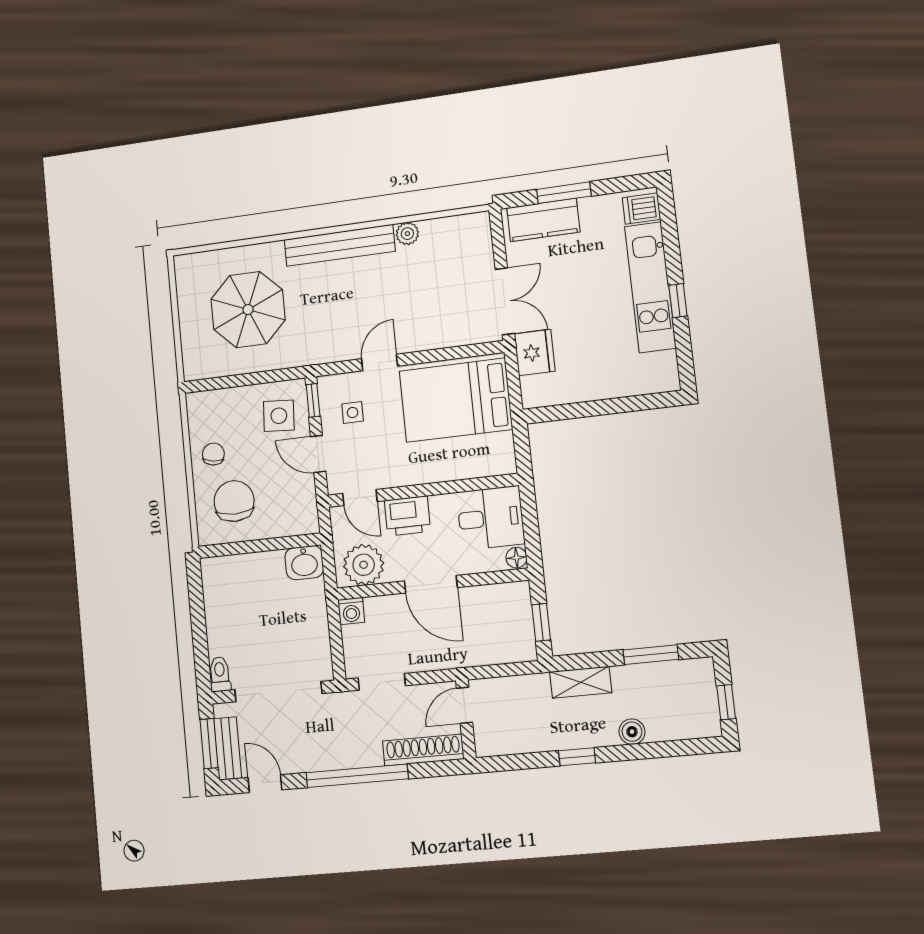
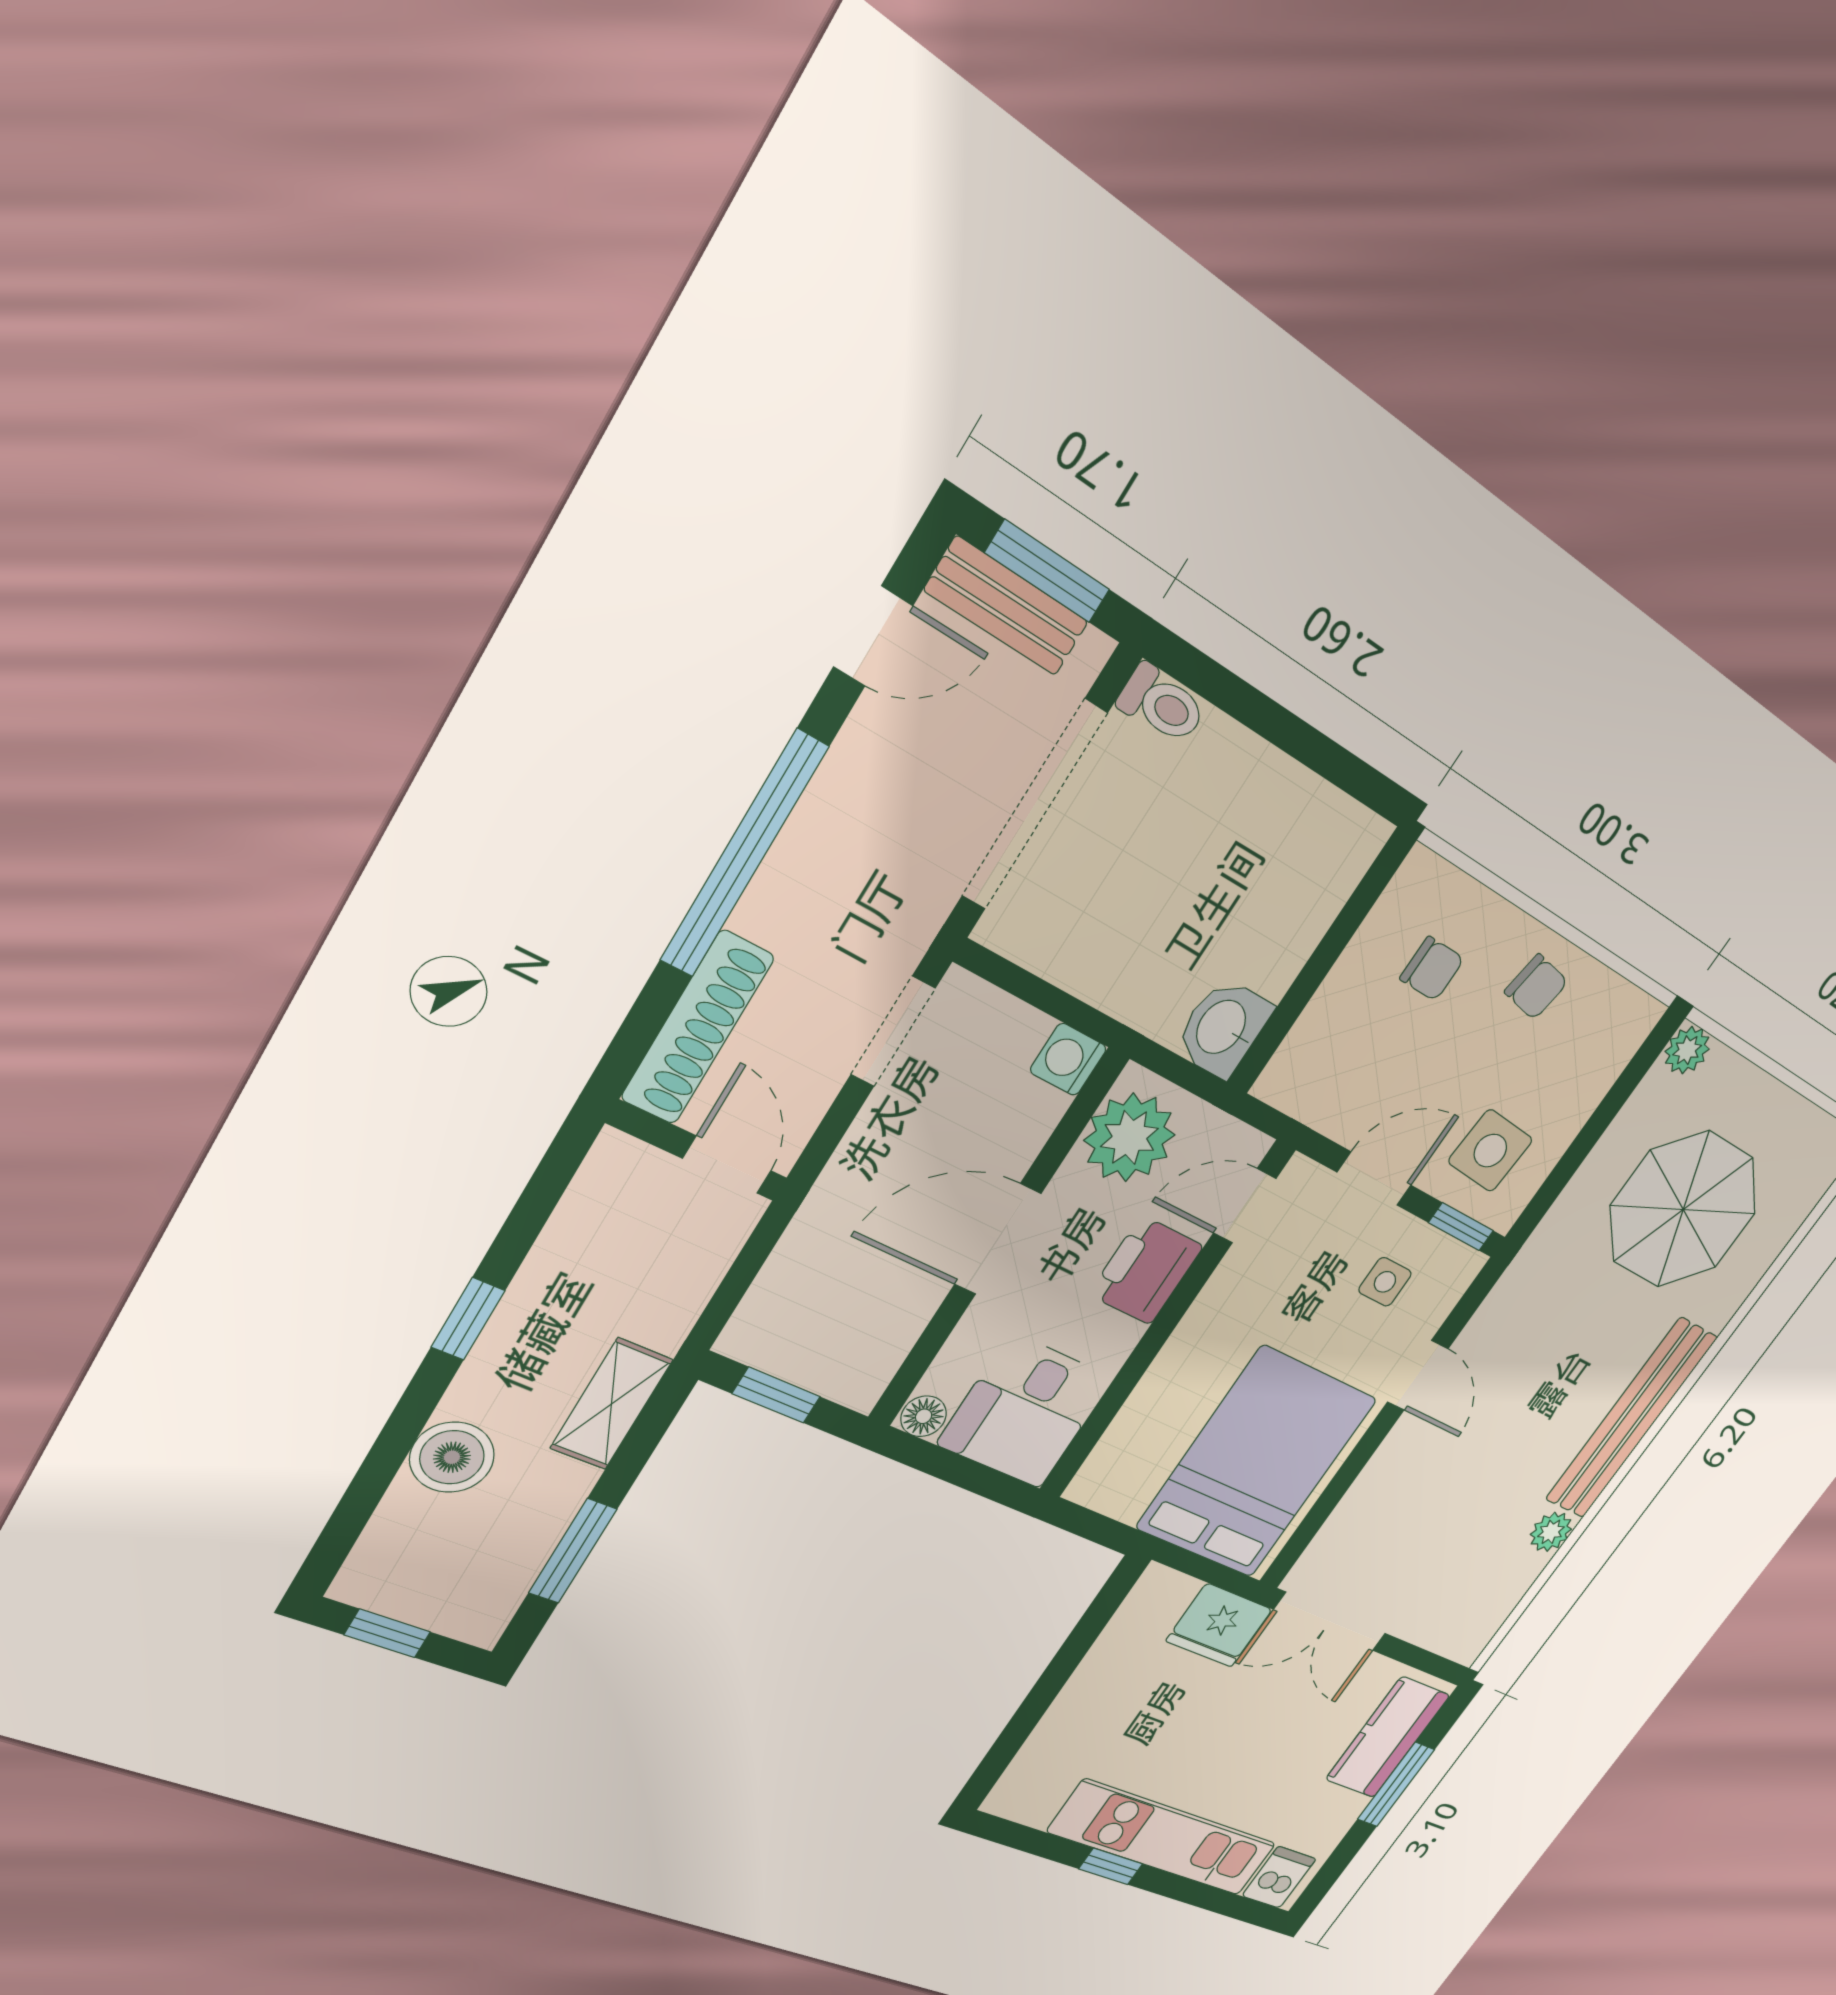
plant: (194, 370) -> (1687, 1050), added
chair: (234, 501) -> (1432, 969), width x0.54, depth x0.54
boiler: (632, 732) -> (452, 1457), width x1.36, depth x1.36

